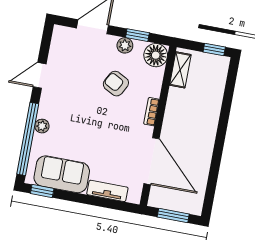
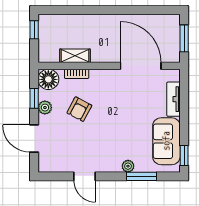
shelving: (180, 70) -> (75, 56), moved
bookcase: (151, 112) -> (77, 74), moved
window: (28, 139) -> (141, 176), width x0.47
door: (152, 161) -> (141, 66), hinge flipped

